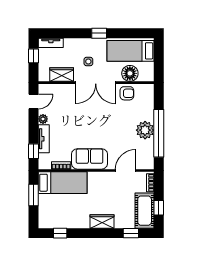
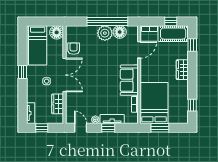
floor lamp: (130, 73) -> (57, 32), moved
floor lamp: (146, 148) -> (120, 32), added
window: (34, 151) -> (108, 128), moved
door: (125, 171) -> (139, 50), swing flipped
bed: (63, 183) -> (154, 103), width x1.50

